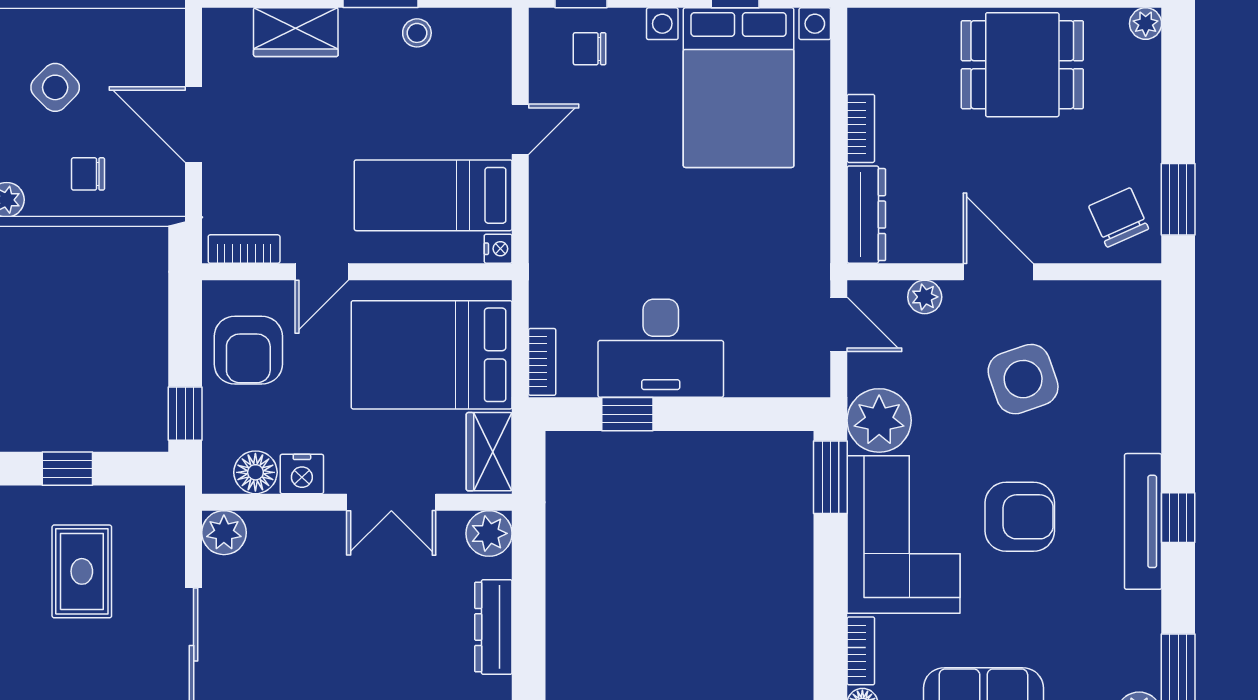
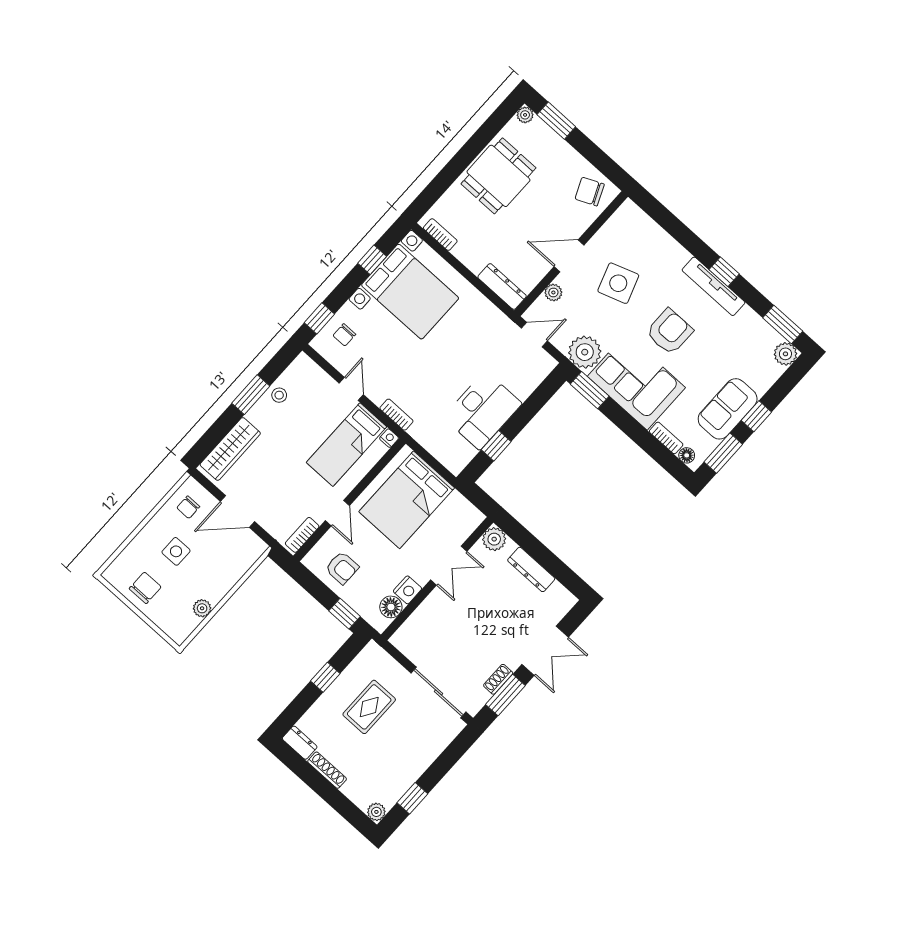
wardrobe: (296, 32) -> (230, 449), width x1.50
side table: (55, 87) -> (176, 551), turned 45
bookcase: (861, 128) -> (440, 235), moved
chair: (88, 174) -> (188, 507), moved
window: (1178, 199) -> (556, 121), moved
armchair: (248, 350) -> (342, 568), width x0.72, depth x0.72
bookcase: (542, 362) -> (396, 415), moved
wardrobe: (489, 452) -> (463, 511), removed
plant: (224, 533) -> (403, 640), removed
rug: (82, 571) -> (369, 707), turned 90

